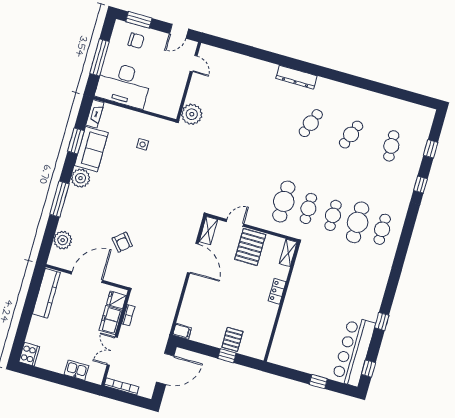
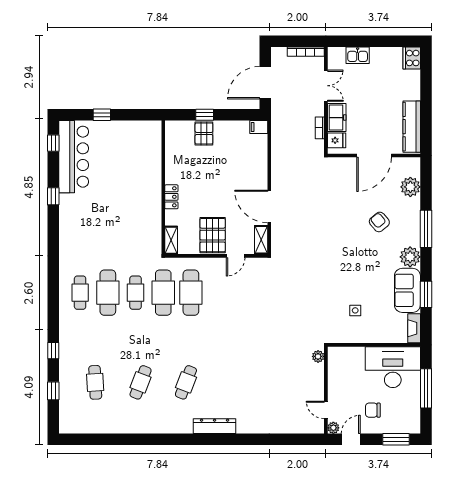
chair: (136, 41) -> (373, 410), moved
plant: (191, 46) -> (333, 428), added
plant: (192, 114) -> (318, 356), width x0.53, depth x0.53
cafe table: (308, 208) -> (163, 293), width x1.37, depth x1.35
armchair: (122, 242) -> (379, 222), moved

